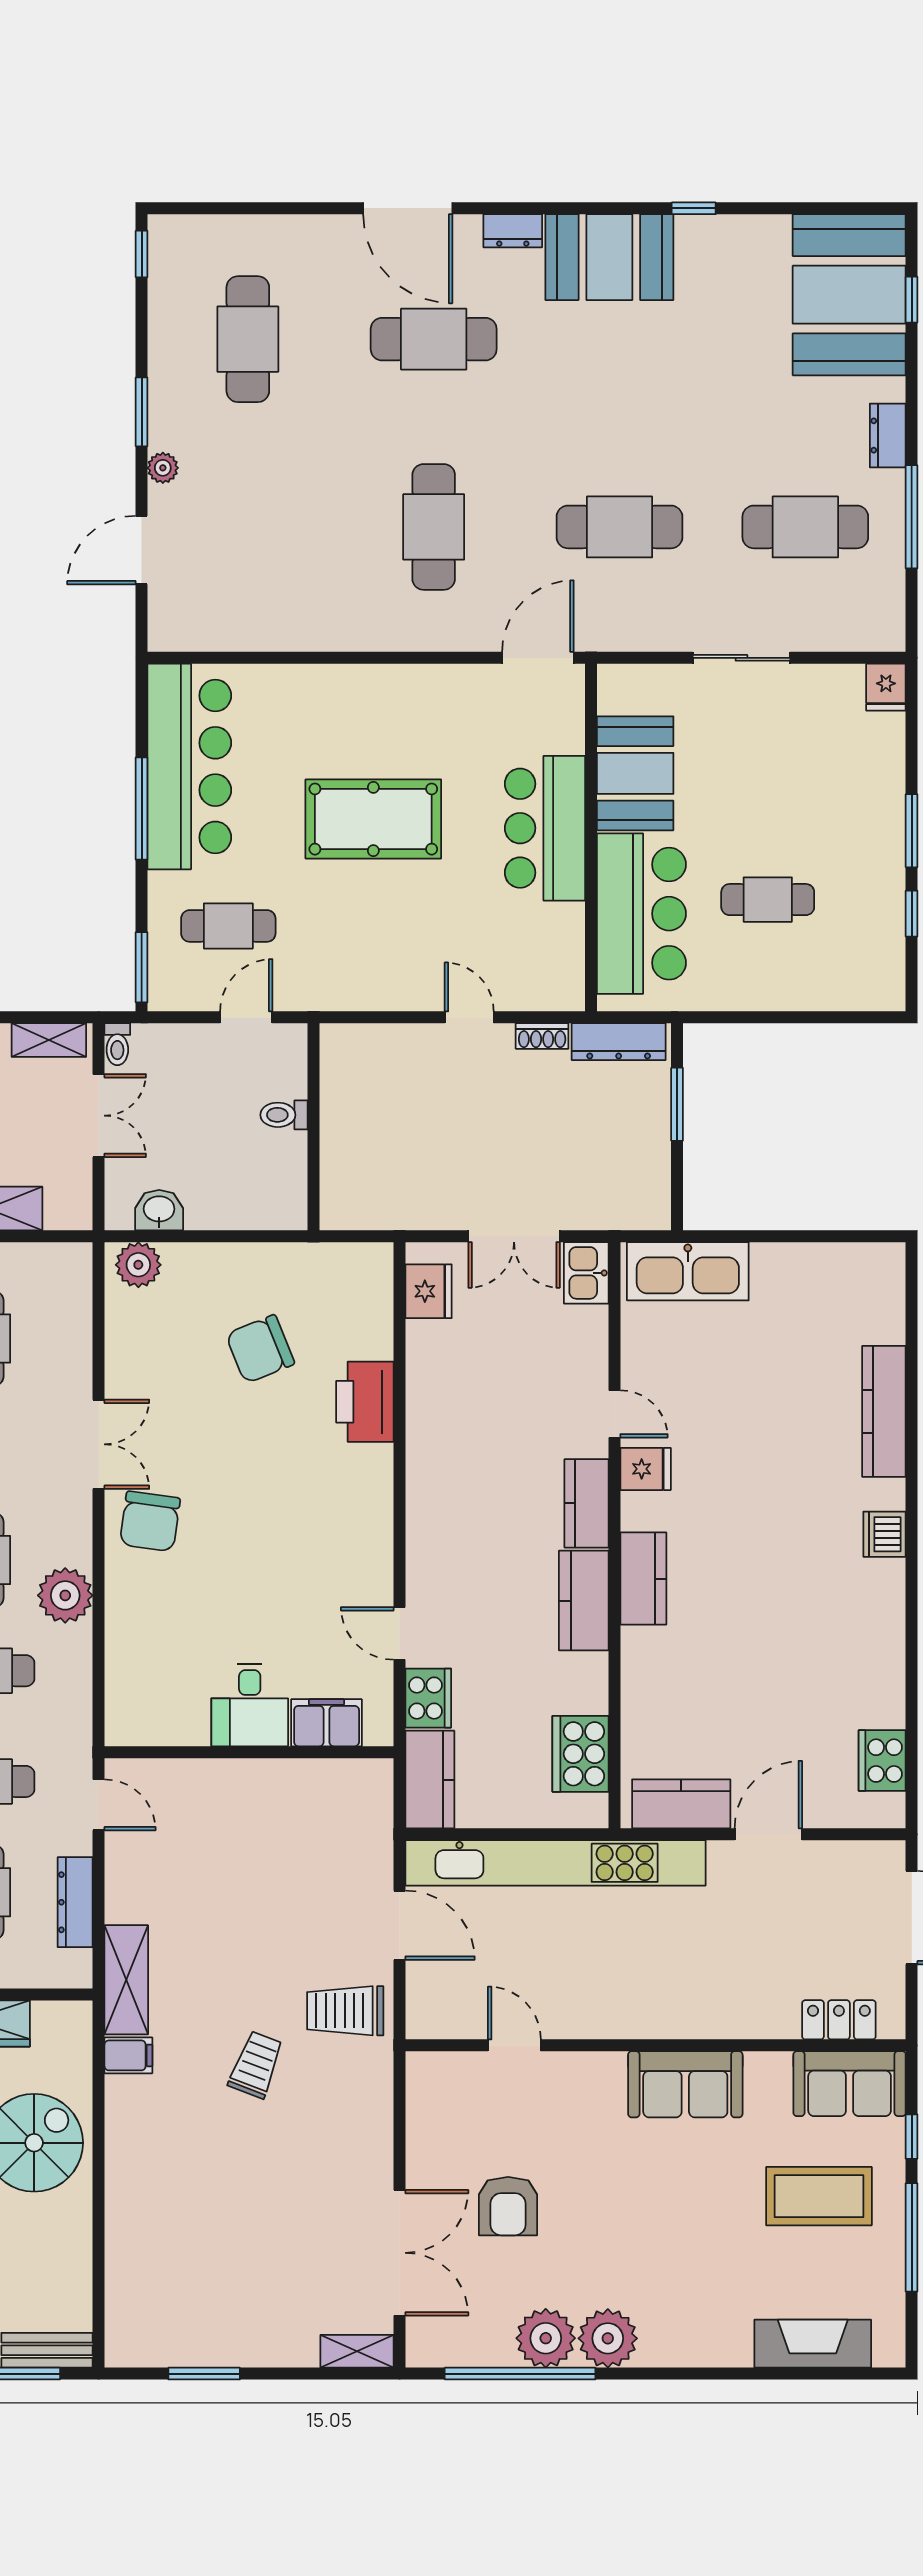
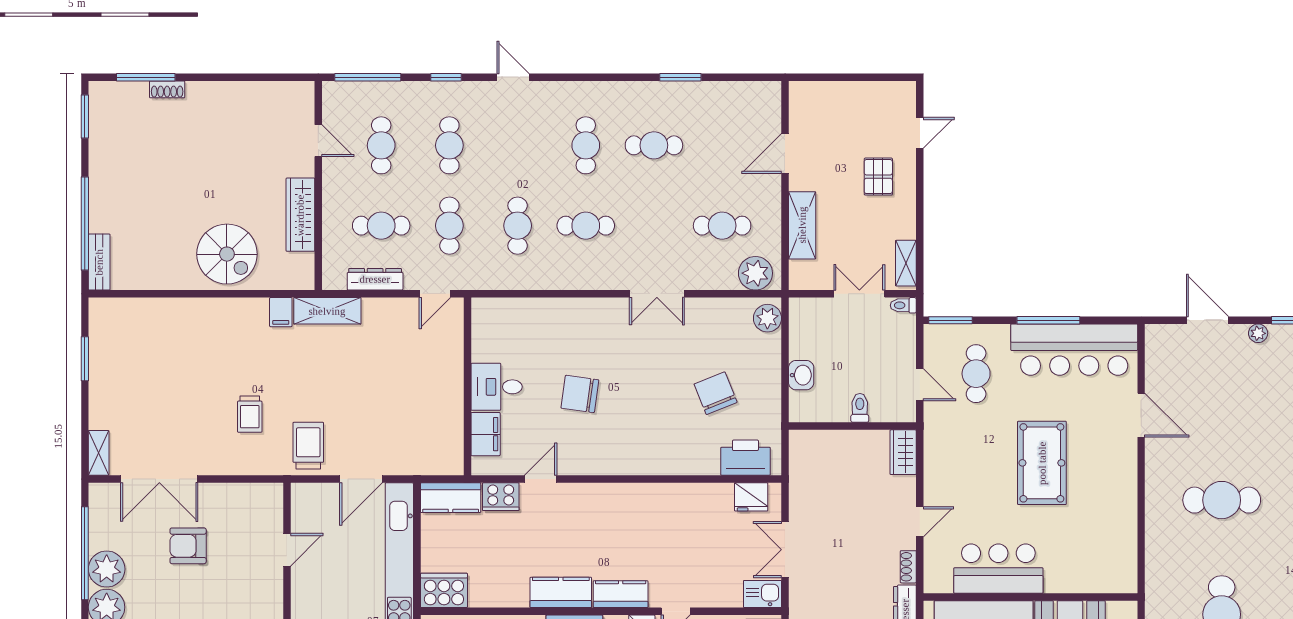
door: (538, 658) -> (1141, 415), moved
bar counter: (545, 828) -> (998, 569), moved
wardrobe: (356, 1044) -> (903, 452), added
double door: (99, 1116) -> (859, 294), swing flipped
washbasin: (159, 1210) -> (801, 375), moved
printer: (365, 1402) -> (745, 458), moved
chair: (150, 1521) -> (580, 394), moved
plant: (65, 1595) -> (755, 273), moved
cooker: (581, 1754) -> (444, 590), moved
trolley: (256, 2065) -> (250, 414), moved, turned 69

